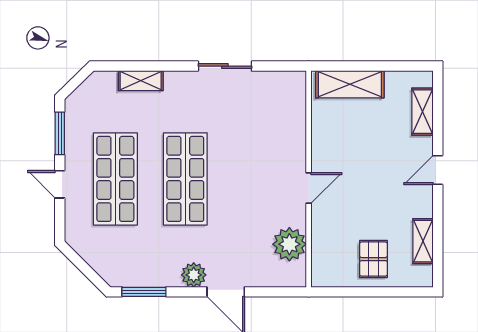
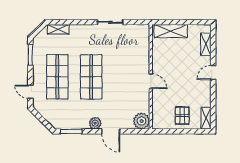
shelving: (141, 81) -> (58, 29), moved
door: (60, 184) -> (30, 92), moved
door: (309, 188) -> (151, 81), hinge flipped
shelving: (423, 241) -> (206, 118), moved
plant: (289, 244) -> (141, 121), moved

